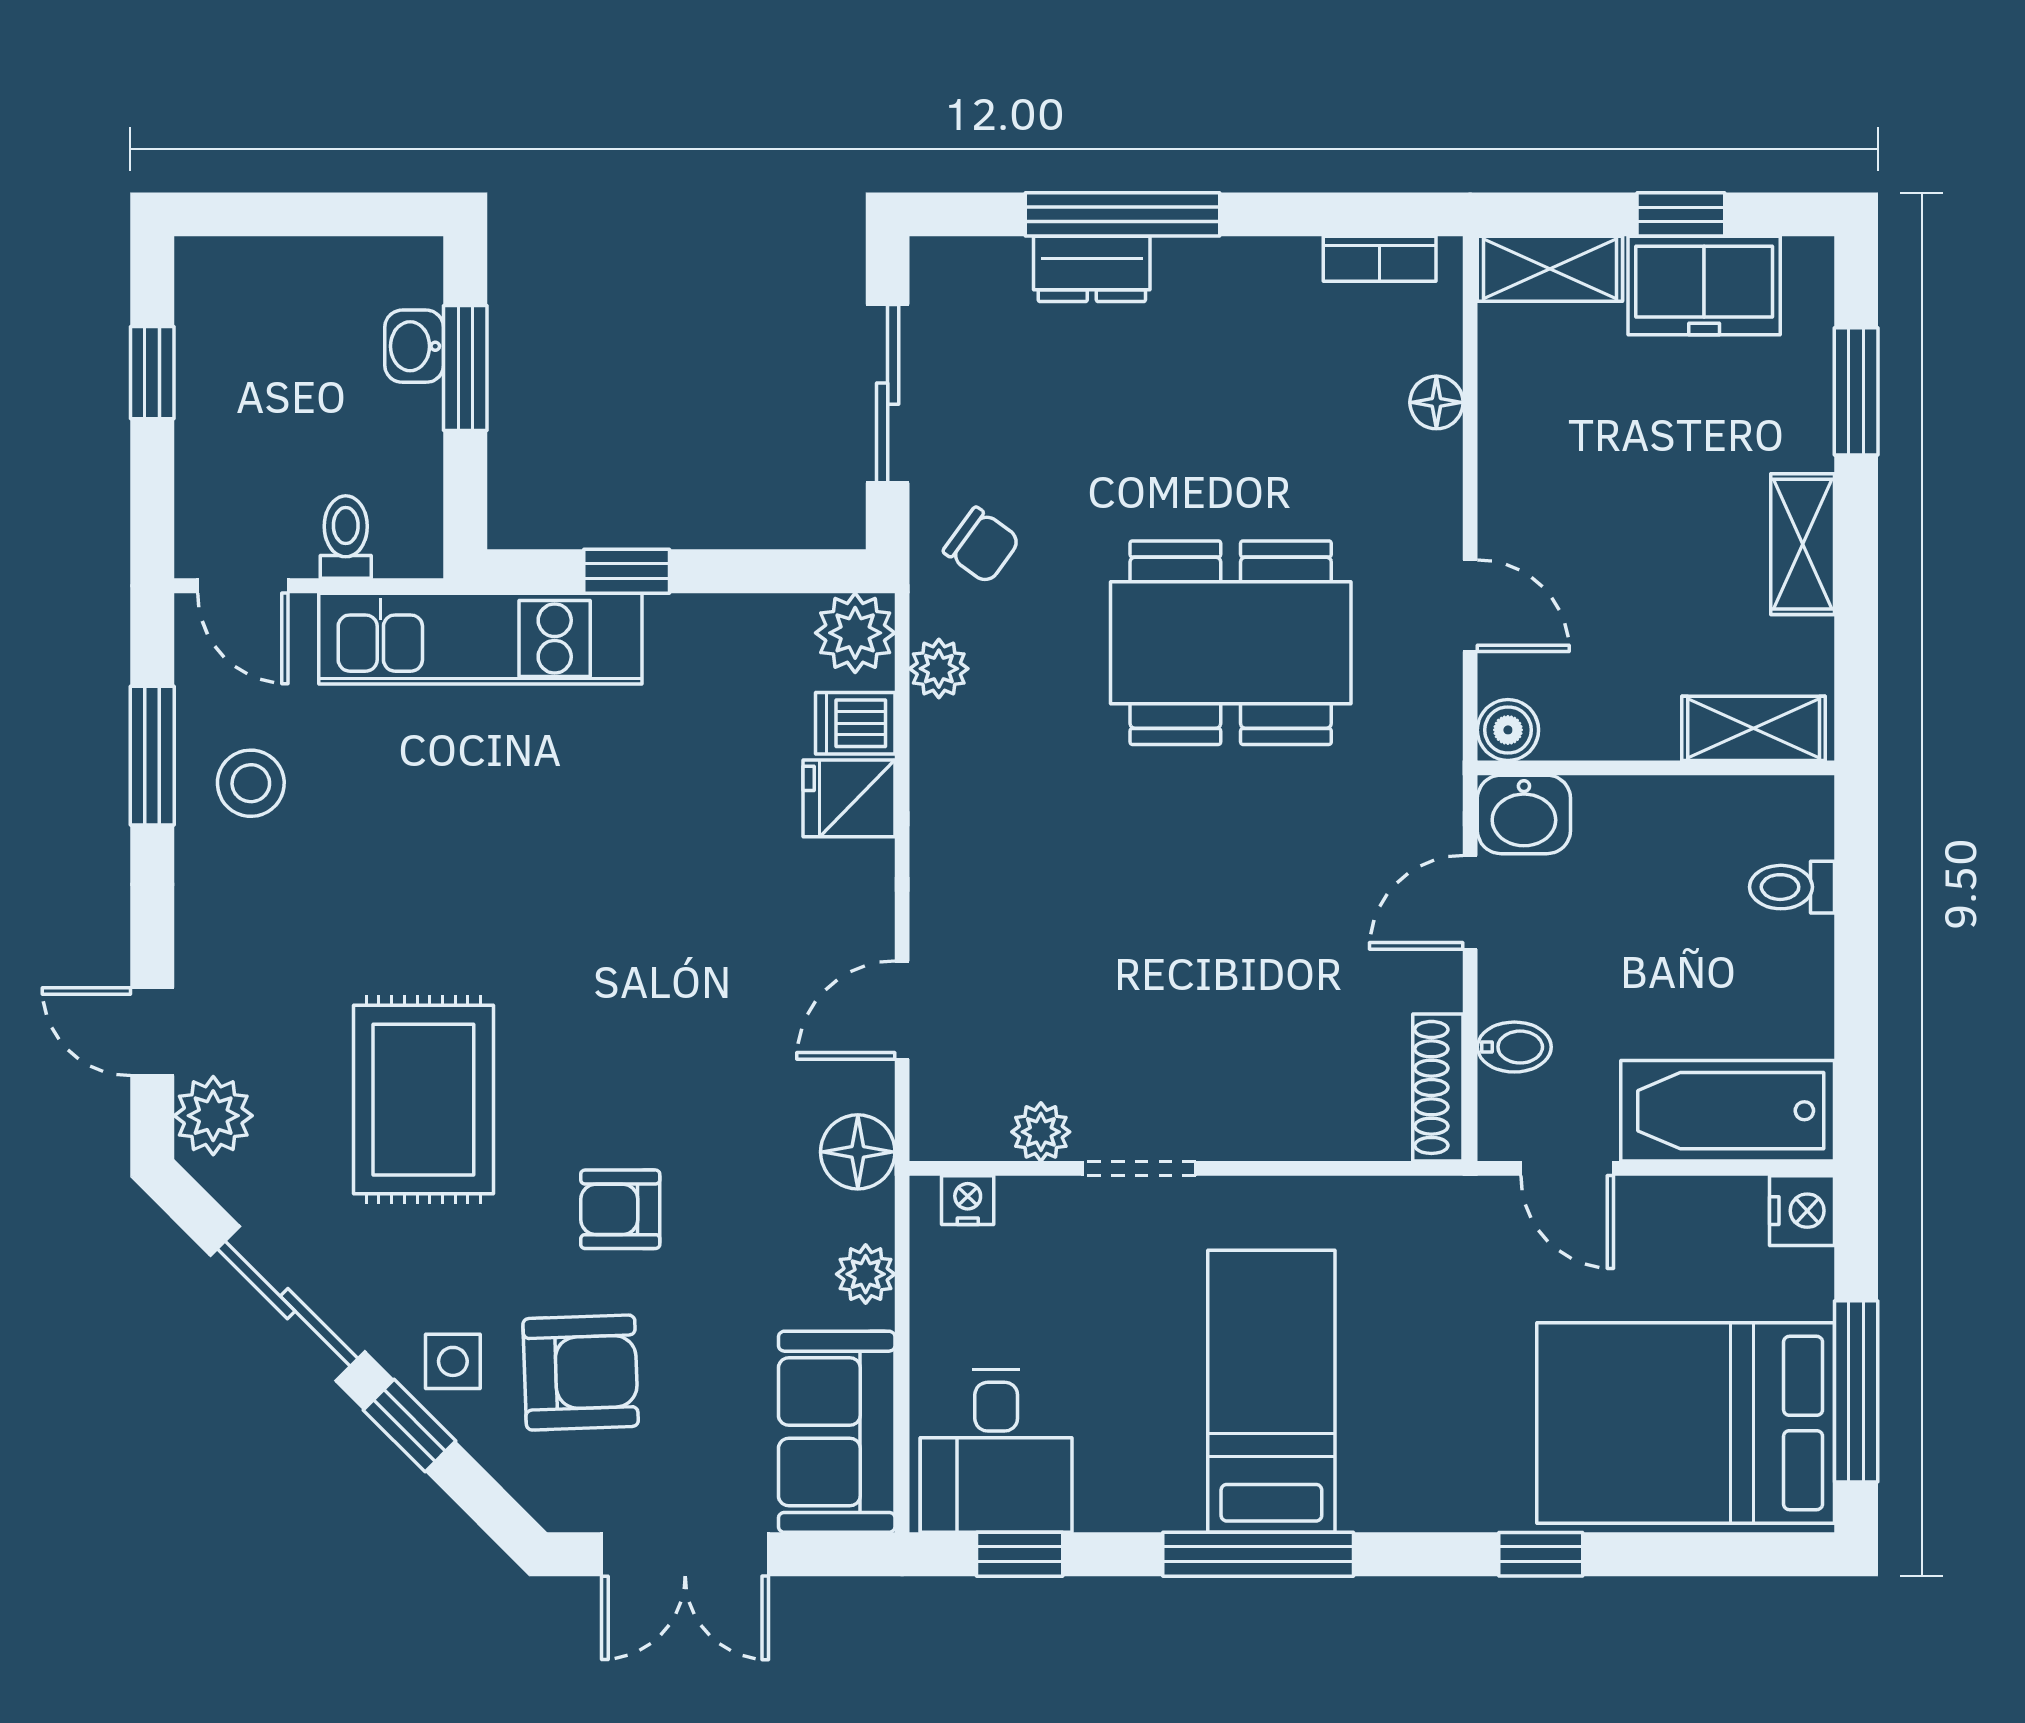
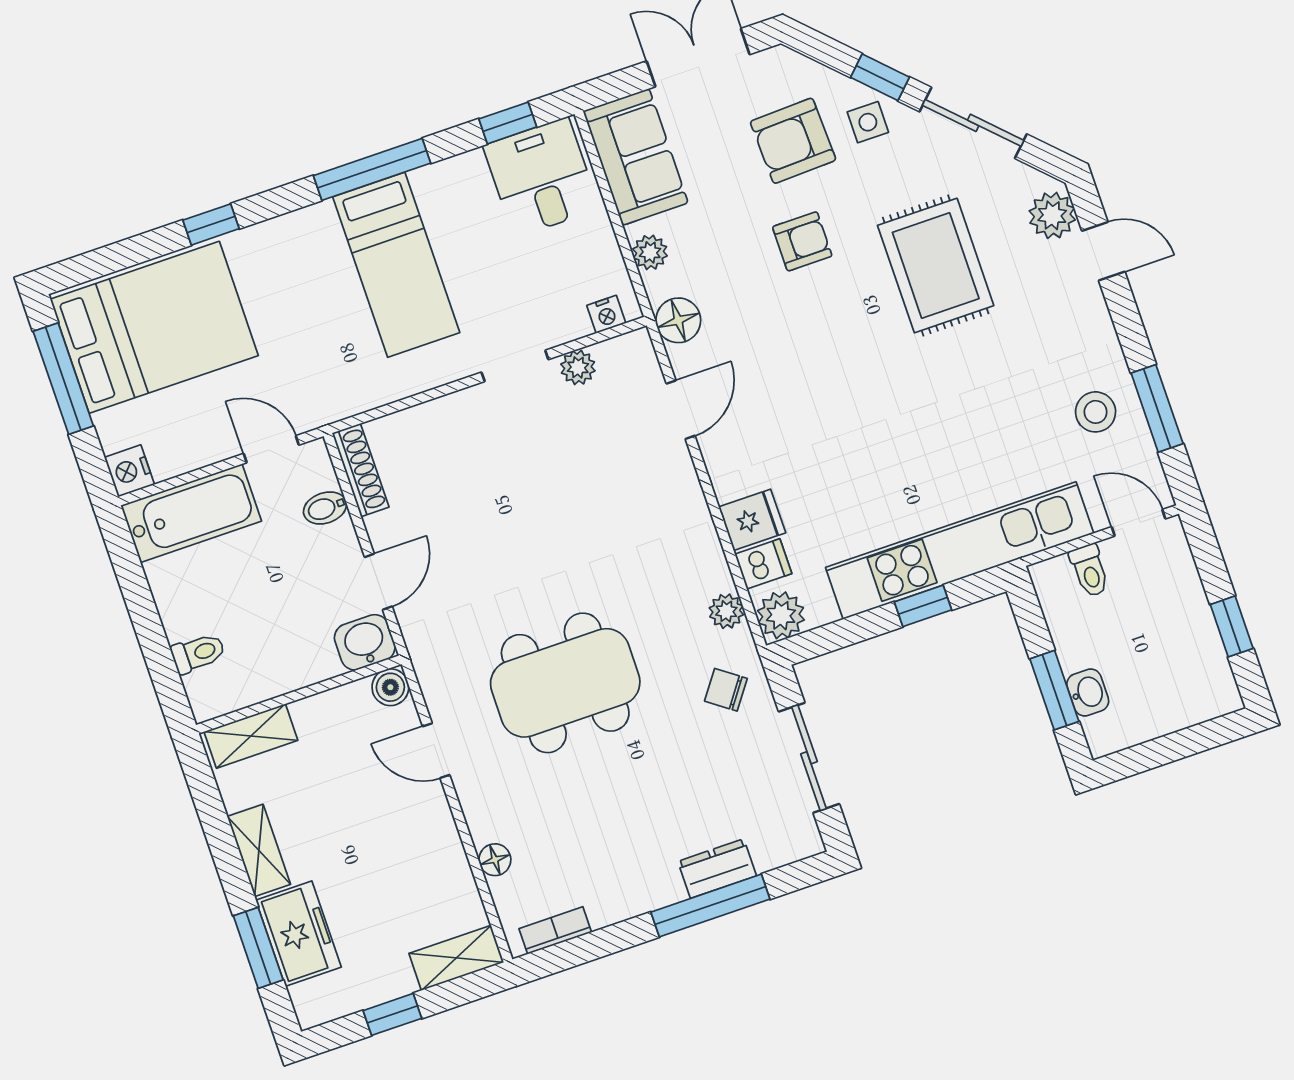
freezer: (1704, 286) -> (299, 934), moved, turned 90
kitchen unit: (480, 639) -> (960, 550), width x1.36

